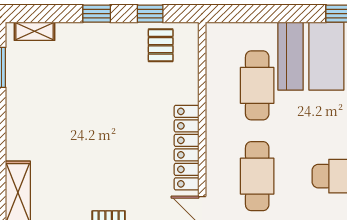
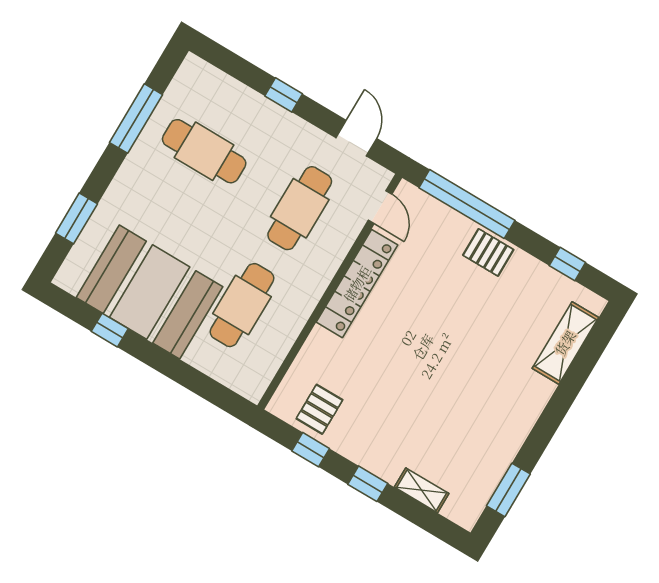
shelving: (35, 31) -> (422, 490), moved

